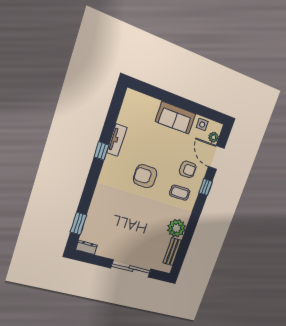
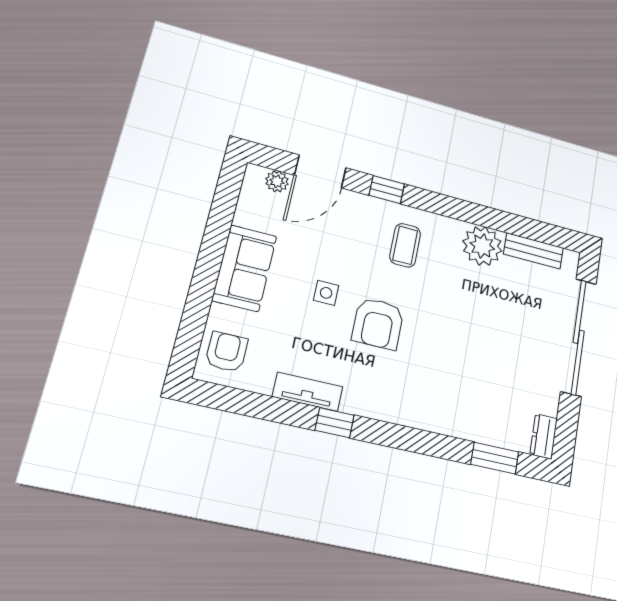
side table: (202, 125) -> (326, 293), moved
armchair: (188, 169) -> (227, 352), moved
sliding door: (131, 269) -> (579, 337), width x1.36

